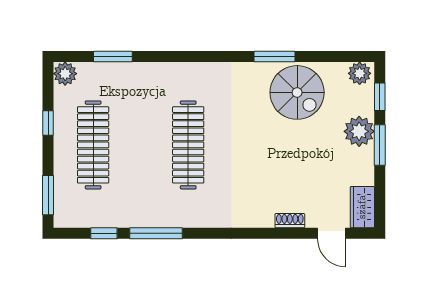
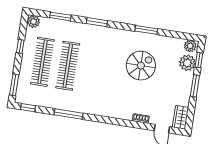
window: (182, 57) -> (97, 22), added
spiral stairs: (297, 92) -> (141, 66), moved, turned -90
plant: (359, 131) -> (187, 63), moved
clothes rail: (188, 145) -> (68, 66), moved
window: (104, 233) -> (28, 108), moved

